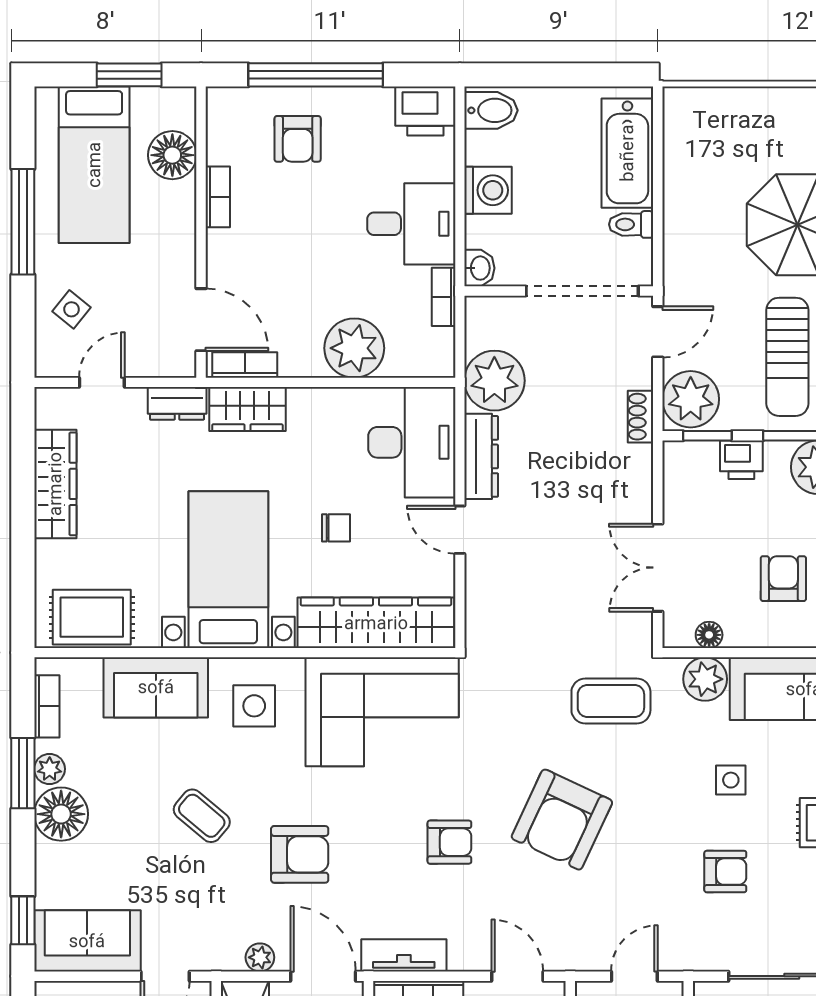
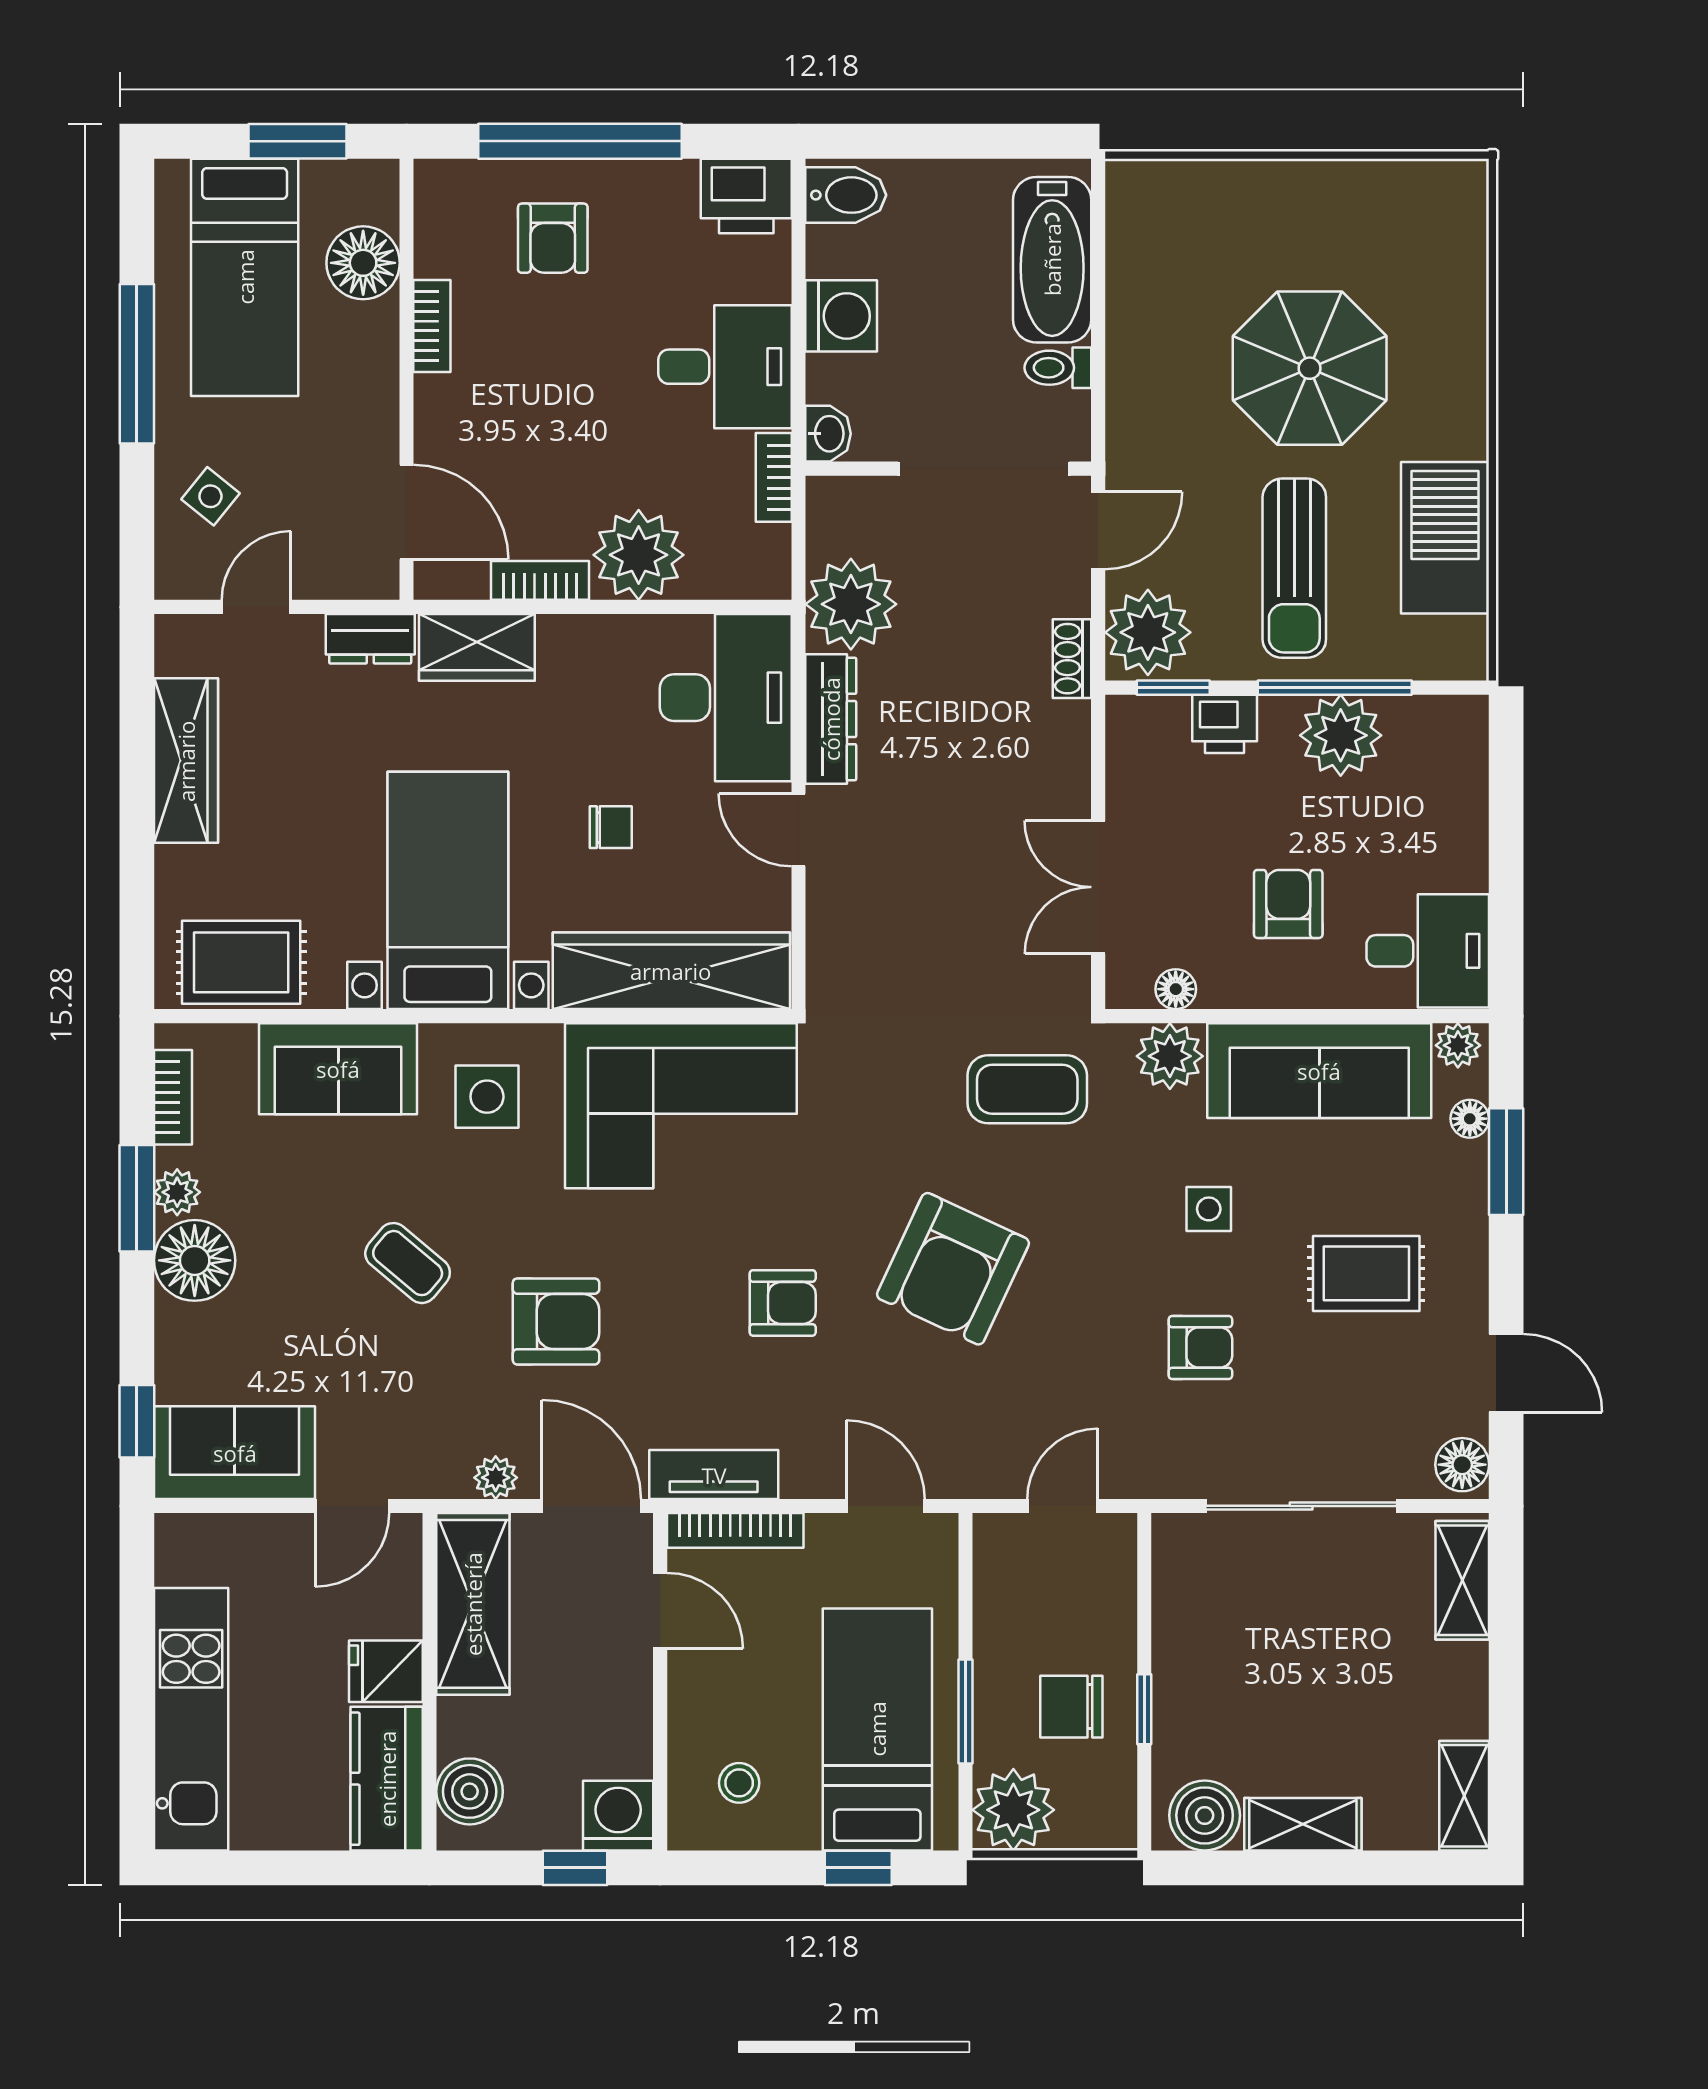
bookcase: (245, 365) -> (540, 580), moved

